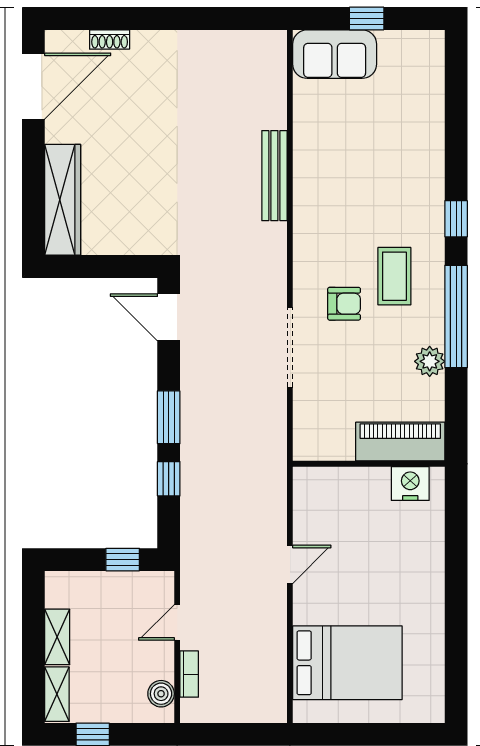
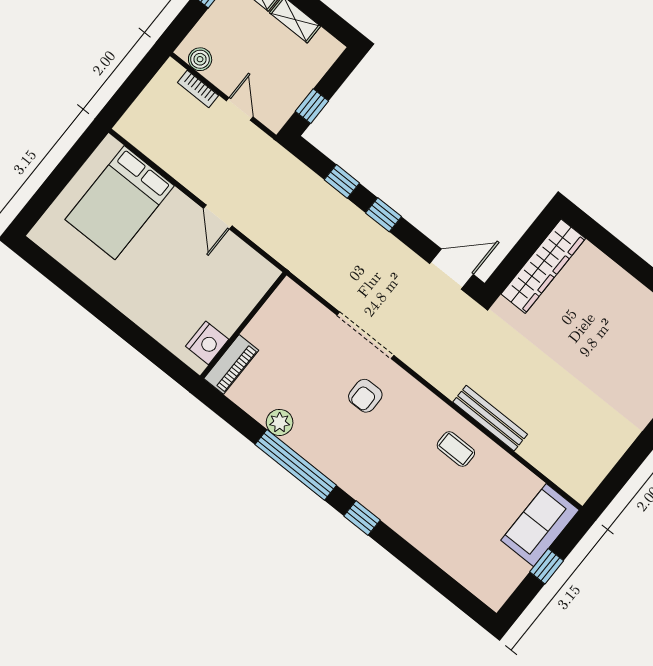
wardrobe: (63, 200) -> (543, 266), moved, turned -90
coffee table: (394, 276) -> (456, 449), moved, width x0.73, depth x0.77
window: (169, 417) -> (384, 215), width x0.67
piano: (400, 442) -> (231, 364), width x0.73, depth x0.75

